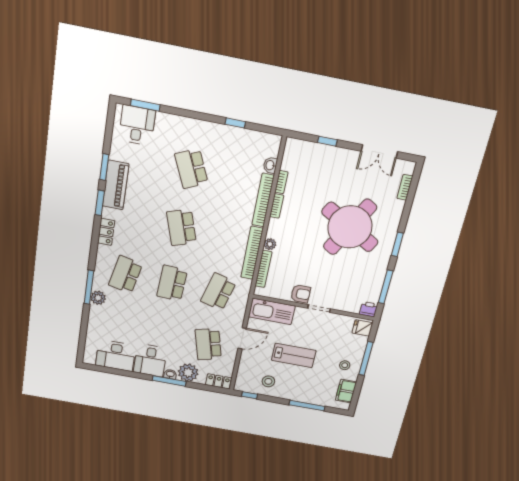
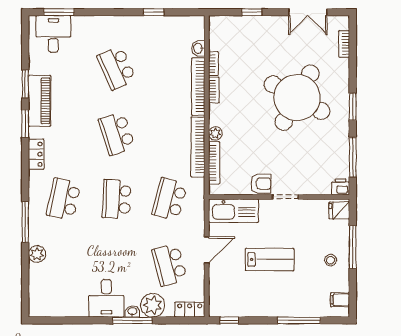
plant: (98, 298) -> (37, 254), moved
desk: (116, 356) -> (66, 300), removed
stool: (268, 381) -> (247, 298), removed
filing cabinet: (346, 391) -> (340, 300), width x0.50

